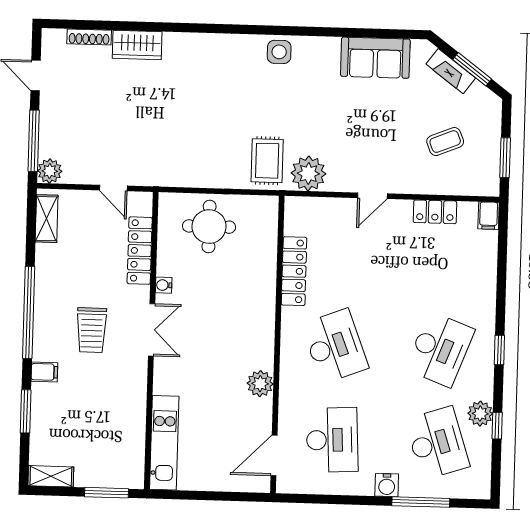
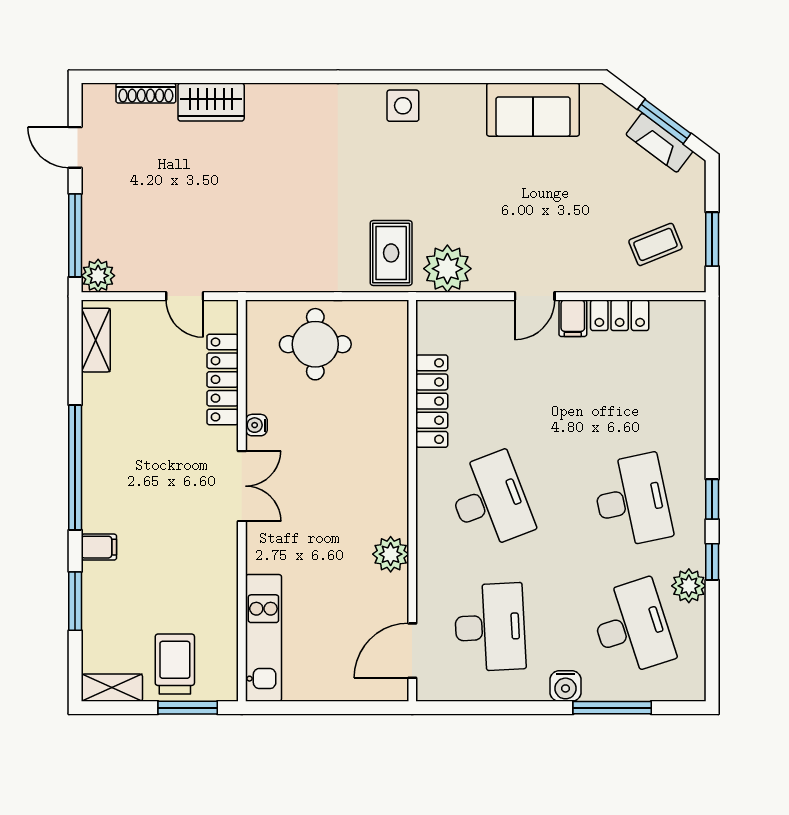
fireplace: (451, 71) -> (659, 143), moved
coffee table: (445, 142) -> (655, 244), moved
filing cabinet: (489, 216) -> (573, 318), moved
trolley: (92, 330) -> (175, 664), moved, turned 180
desk: (440, 349) -> (632, 501), turned -33
window: (497, 426) -> (712, 562), moved

